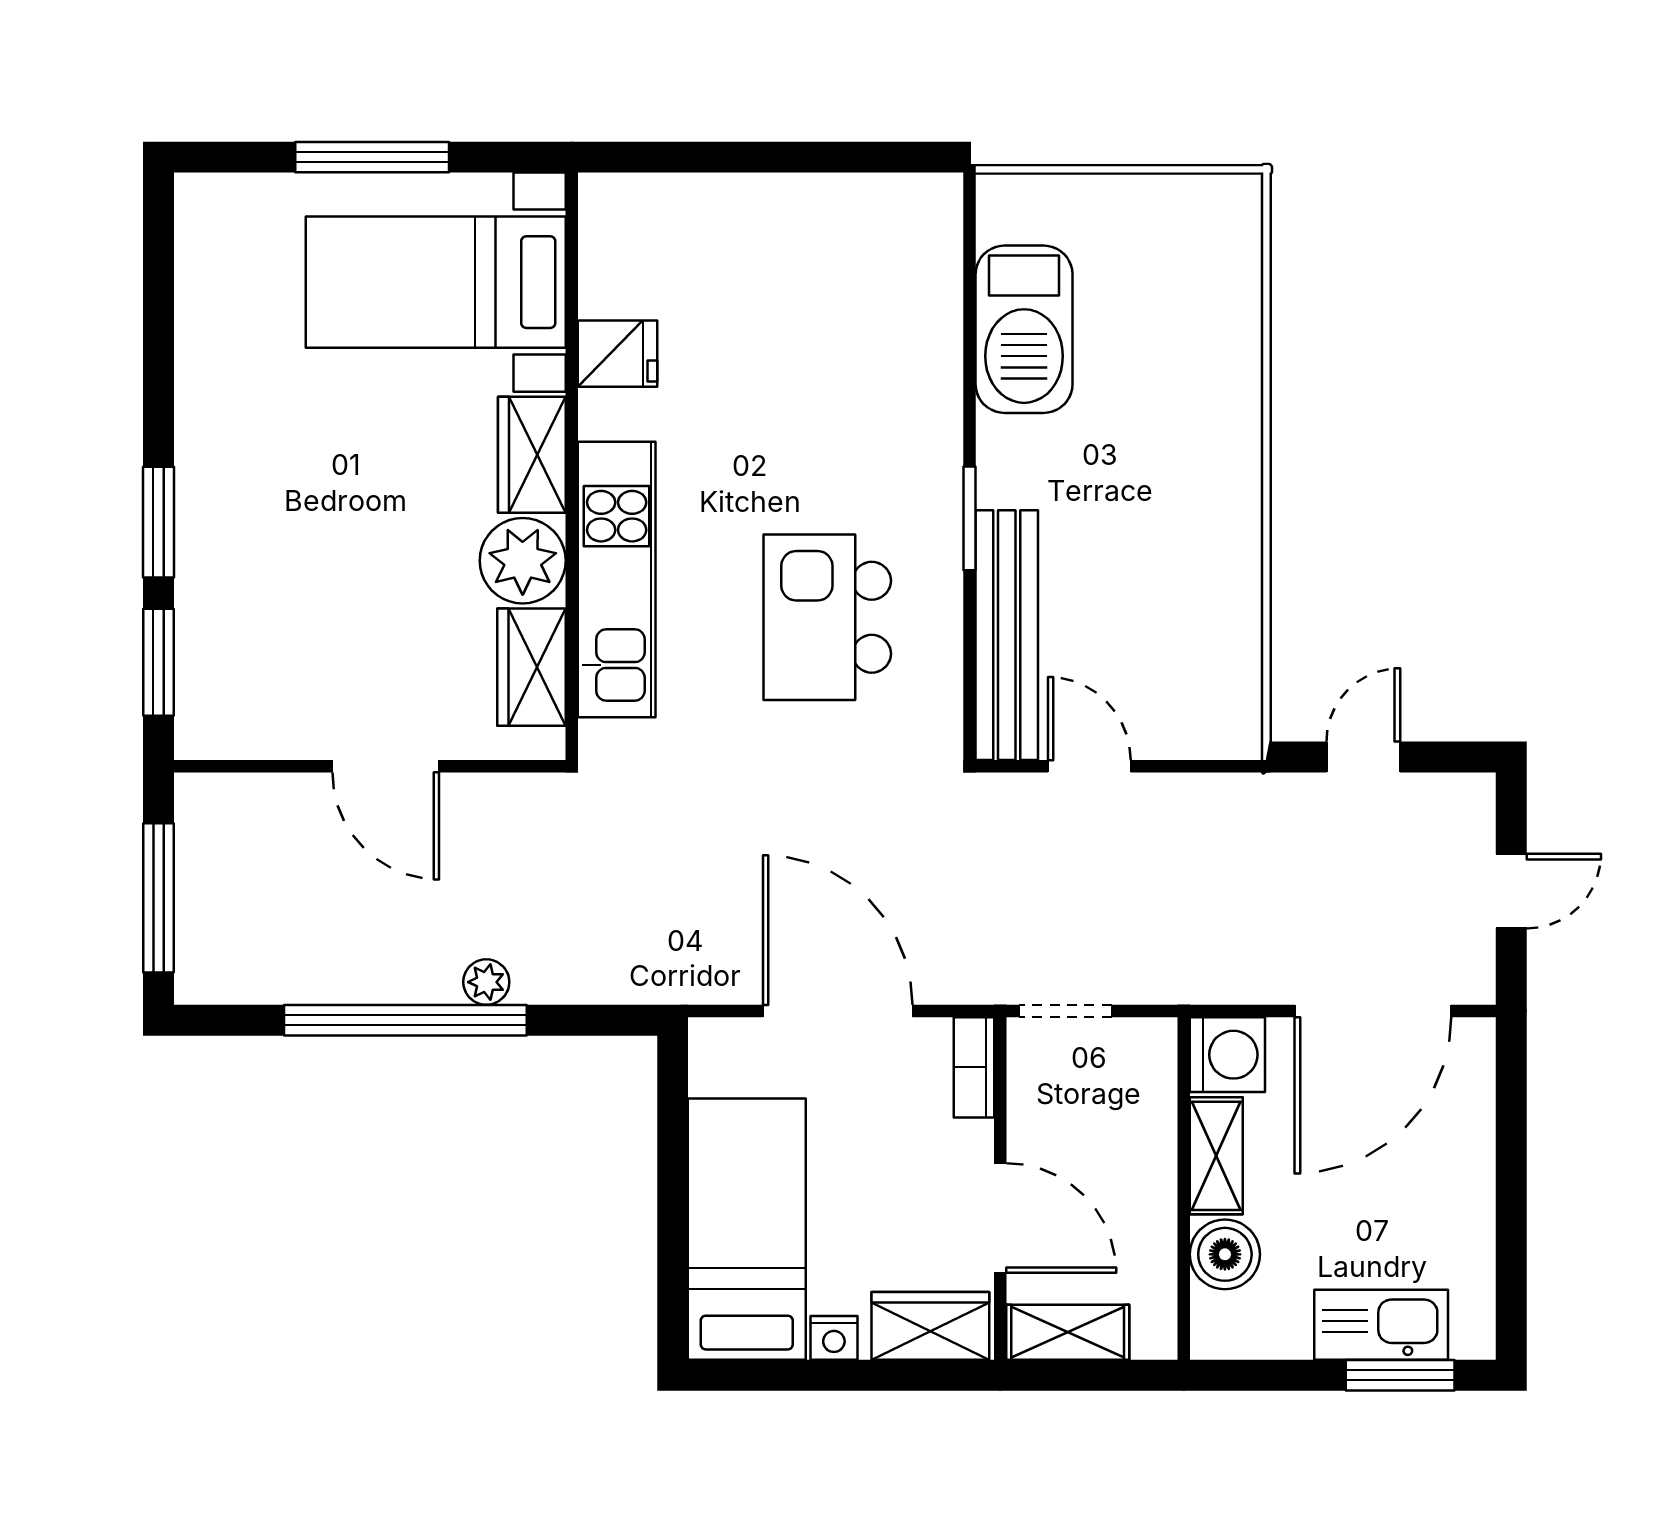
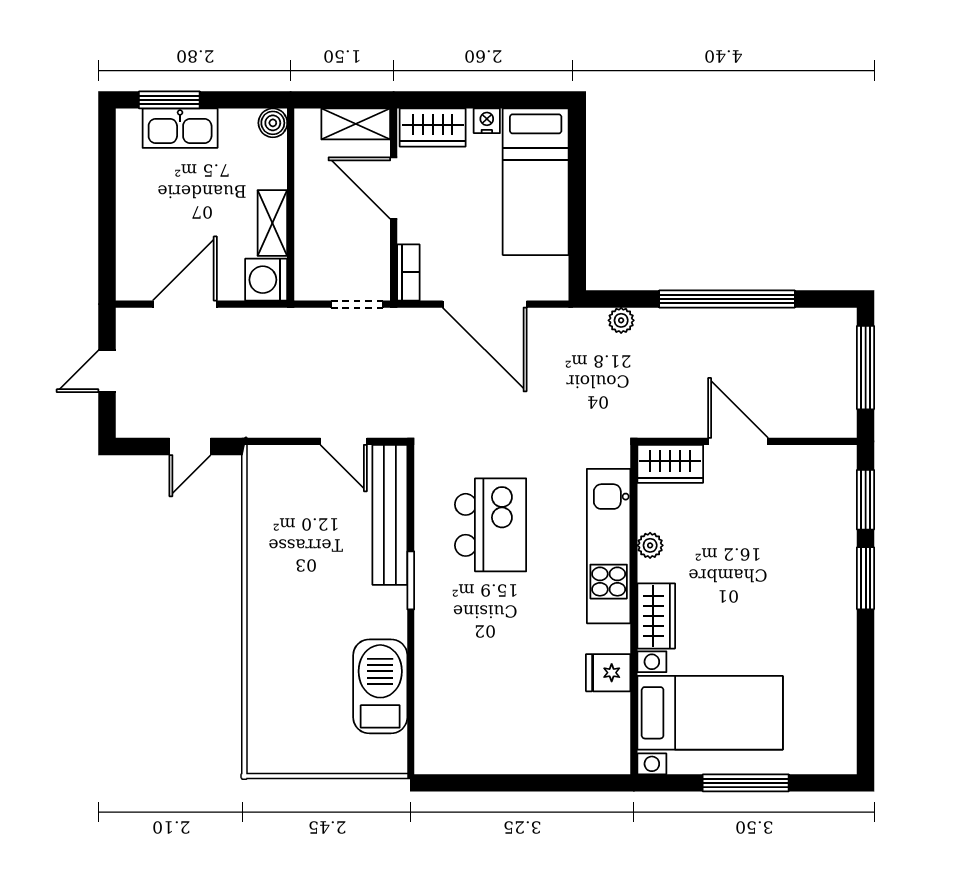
plant: (523, 561) -> (650, 545), width x0.53, depth x0.53
wardrobe: (531, 667) -> (670, 464), moved, turned 90
plant: (486, 982) -> (621, 320), moved
door: (1373, 1011) -> (185, 304), width x0.73
boiler: (1225, 1254) -> (273, 123), moved, width x0.73, depth x0.73

